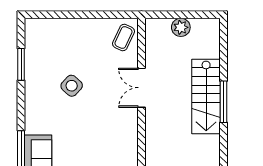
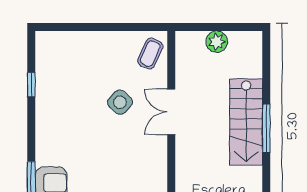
window: (21, 64) -> (31, 85), width x0.67
side table: (72, 86) -> (120, 102), moved

